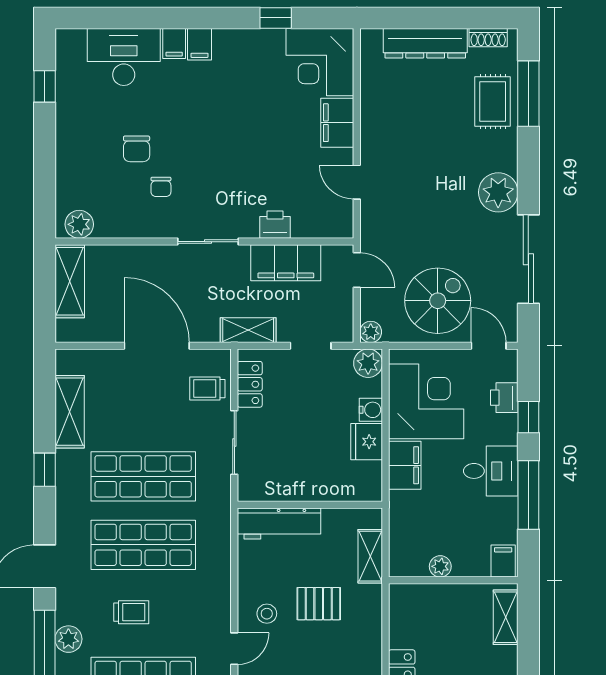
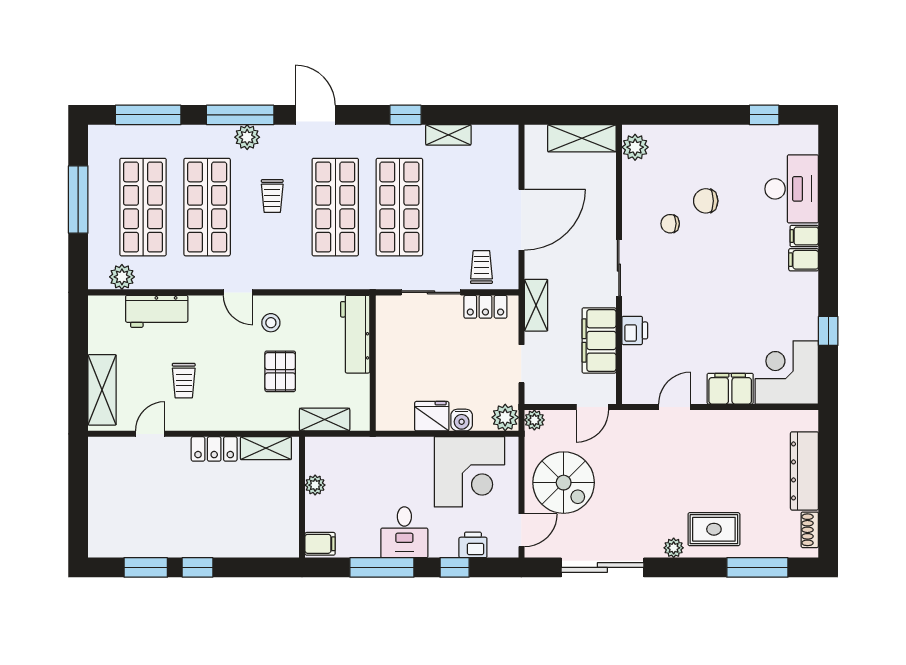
rug: (493, 102) -> (714, 529), moved
plant: (498, 192) -> (674, 548), width x0.53, depth x0.53
shelving: (70, 412) -> (448, 135), width x0.67, depth x0.75
filing cabinet: (405, 465) -> (410, 452), removed
shelving: (506, 617) -> (266, 448), moved

